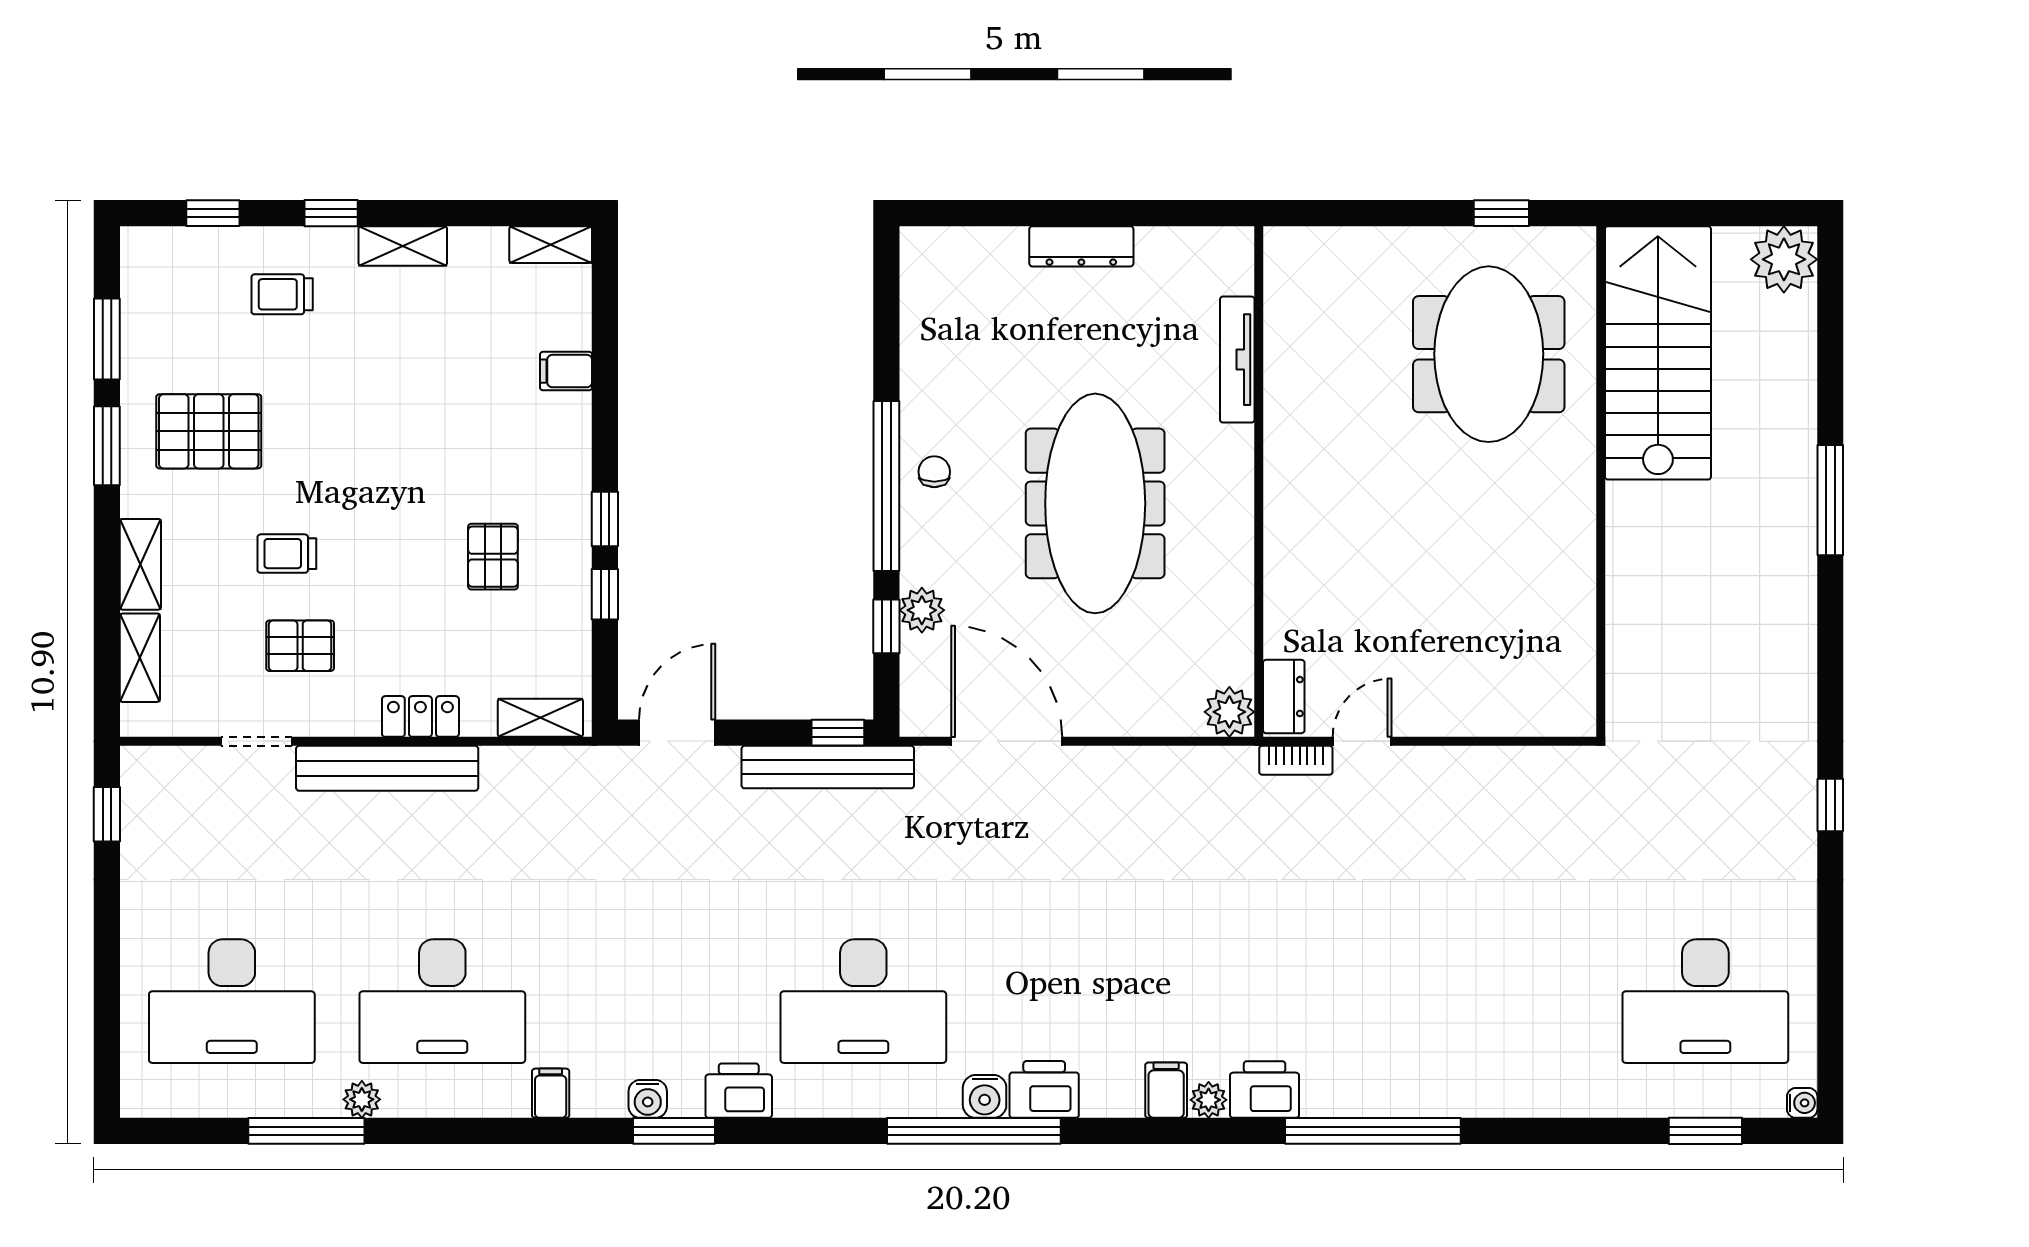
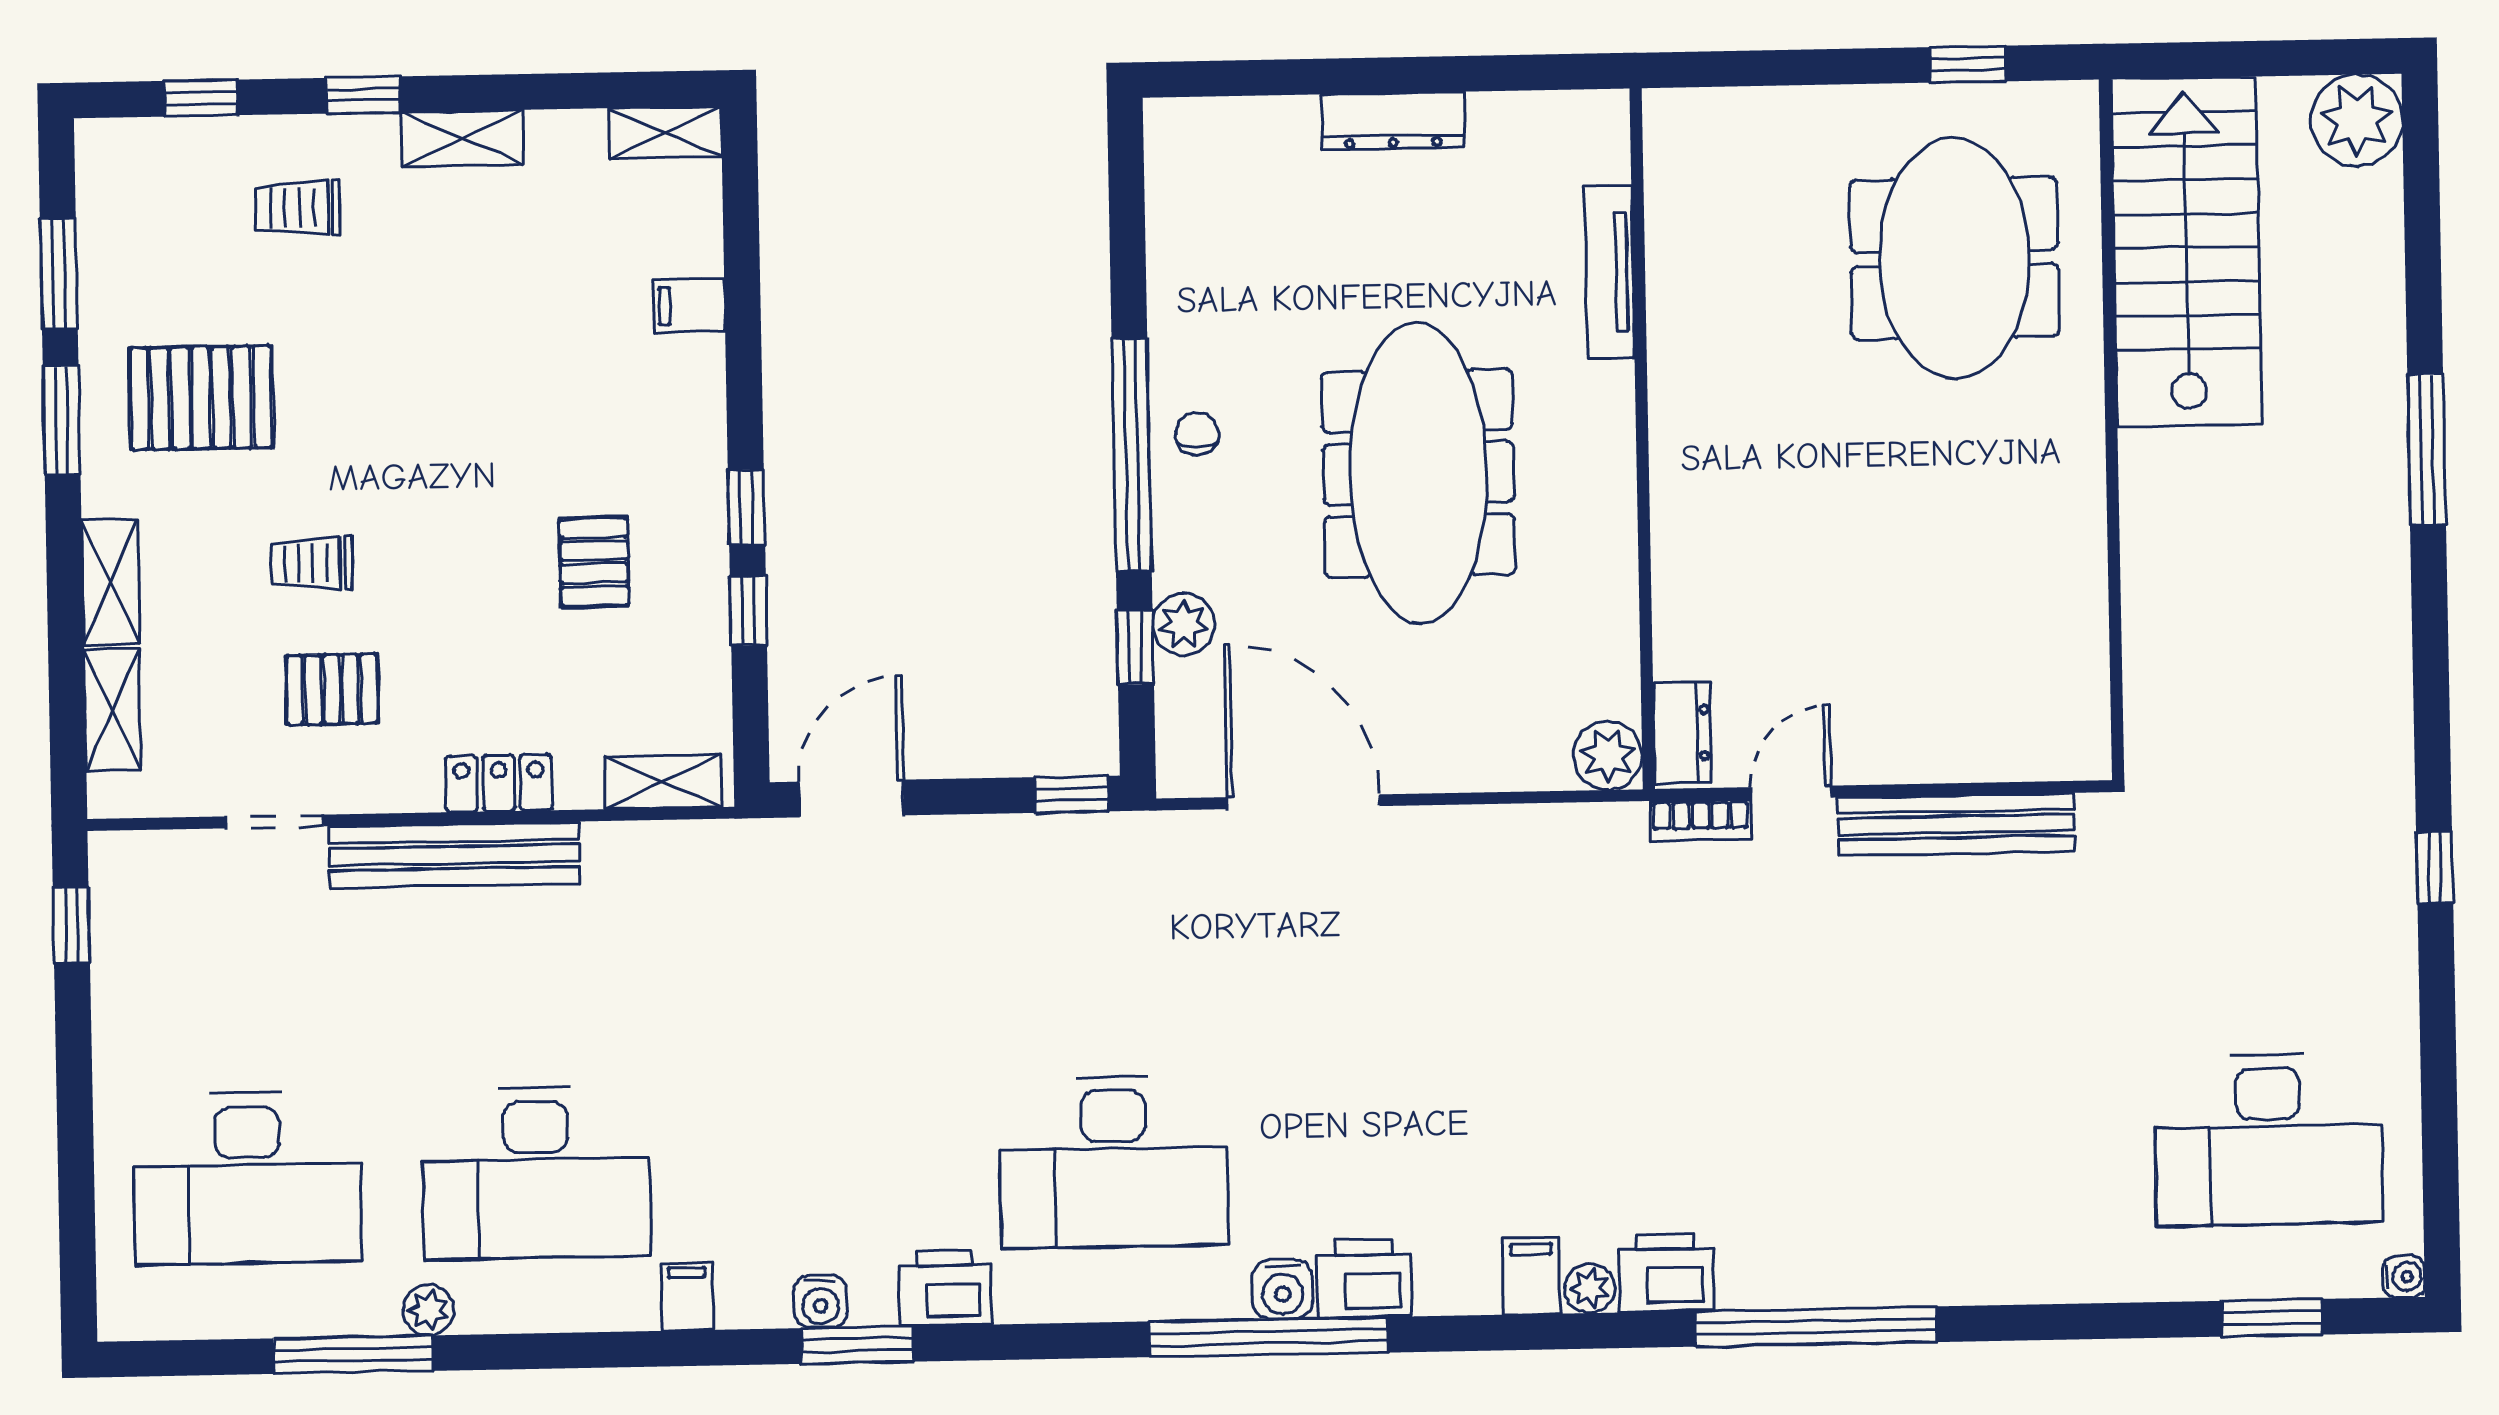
bench: (828, 767) -> (1956, 824), moved

